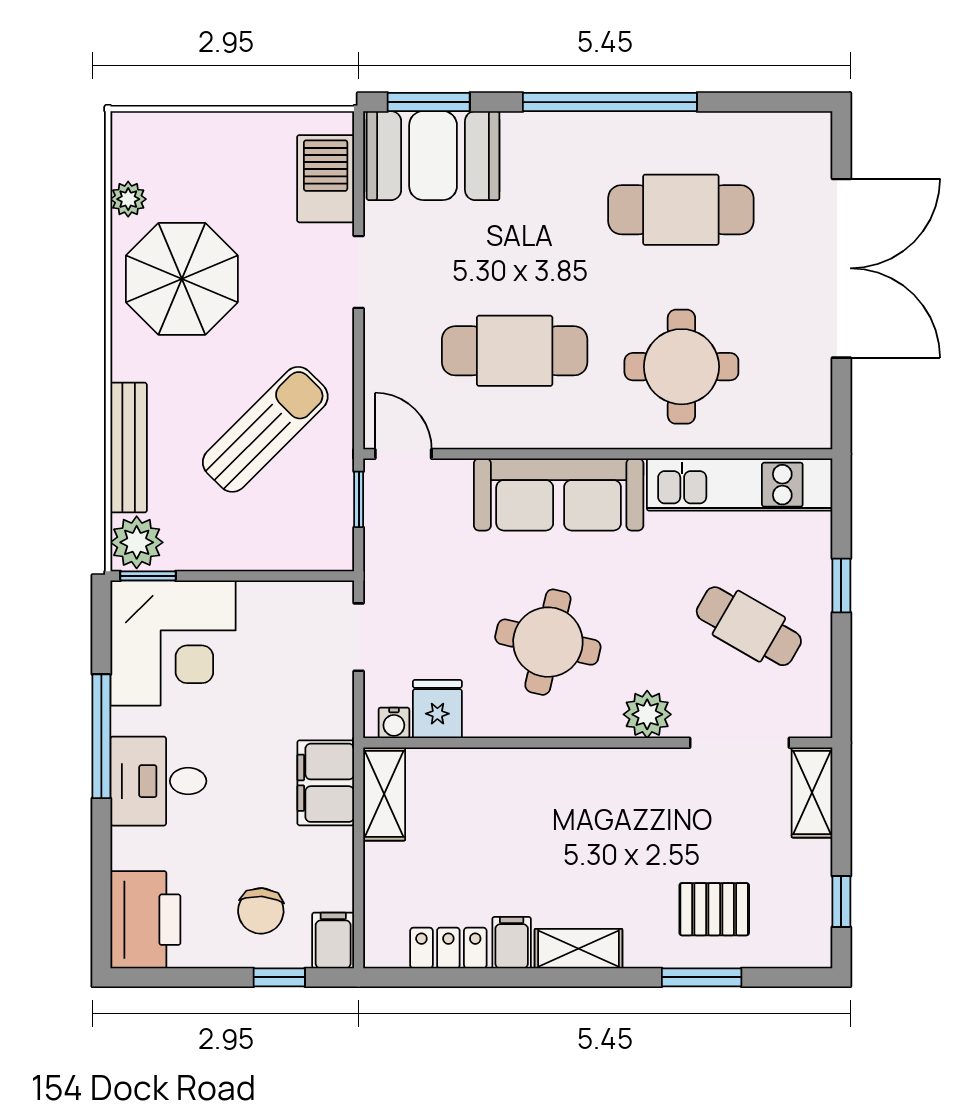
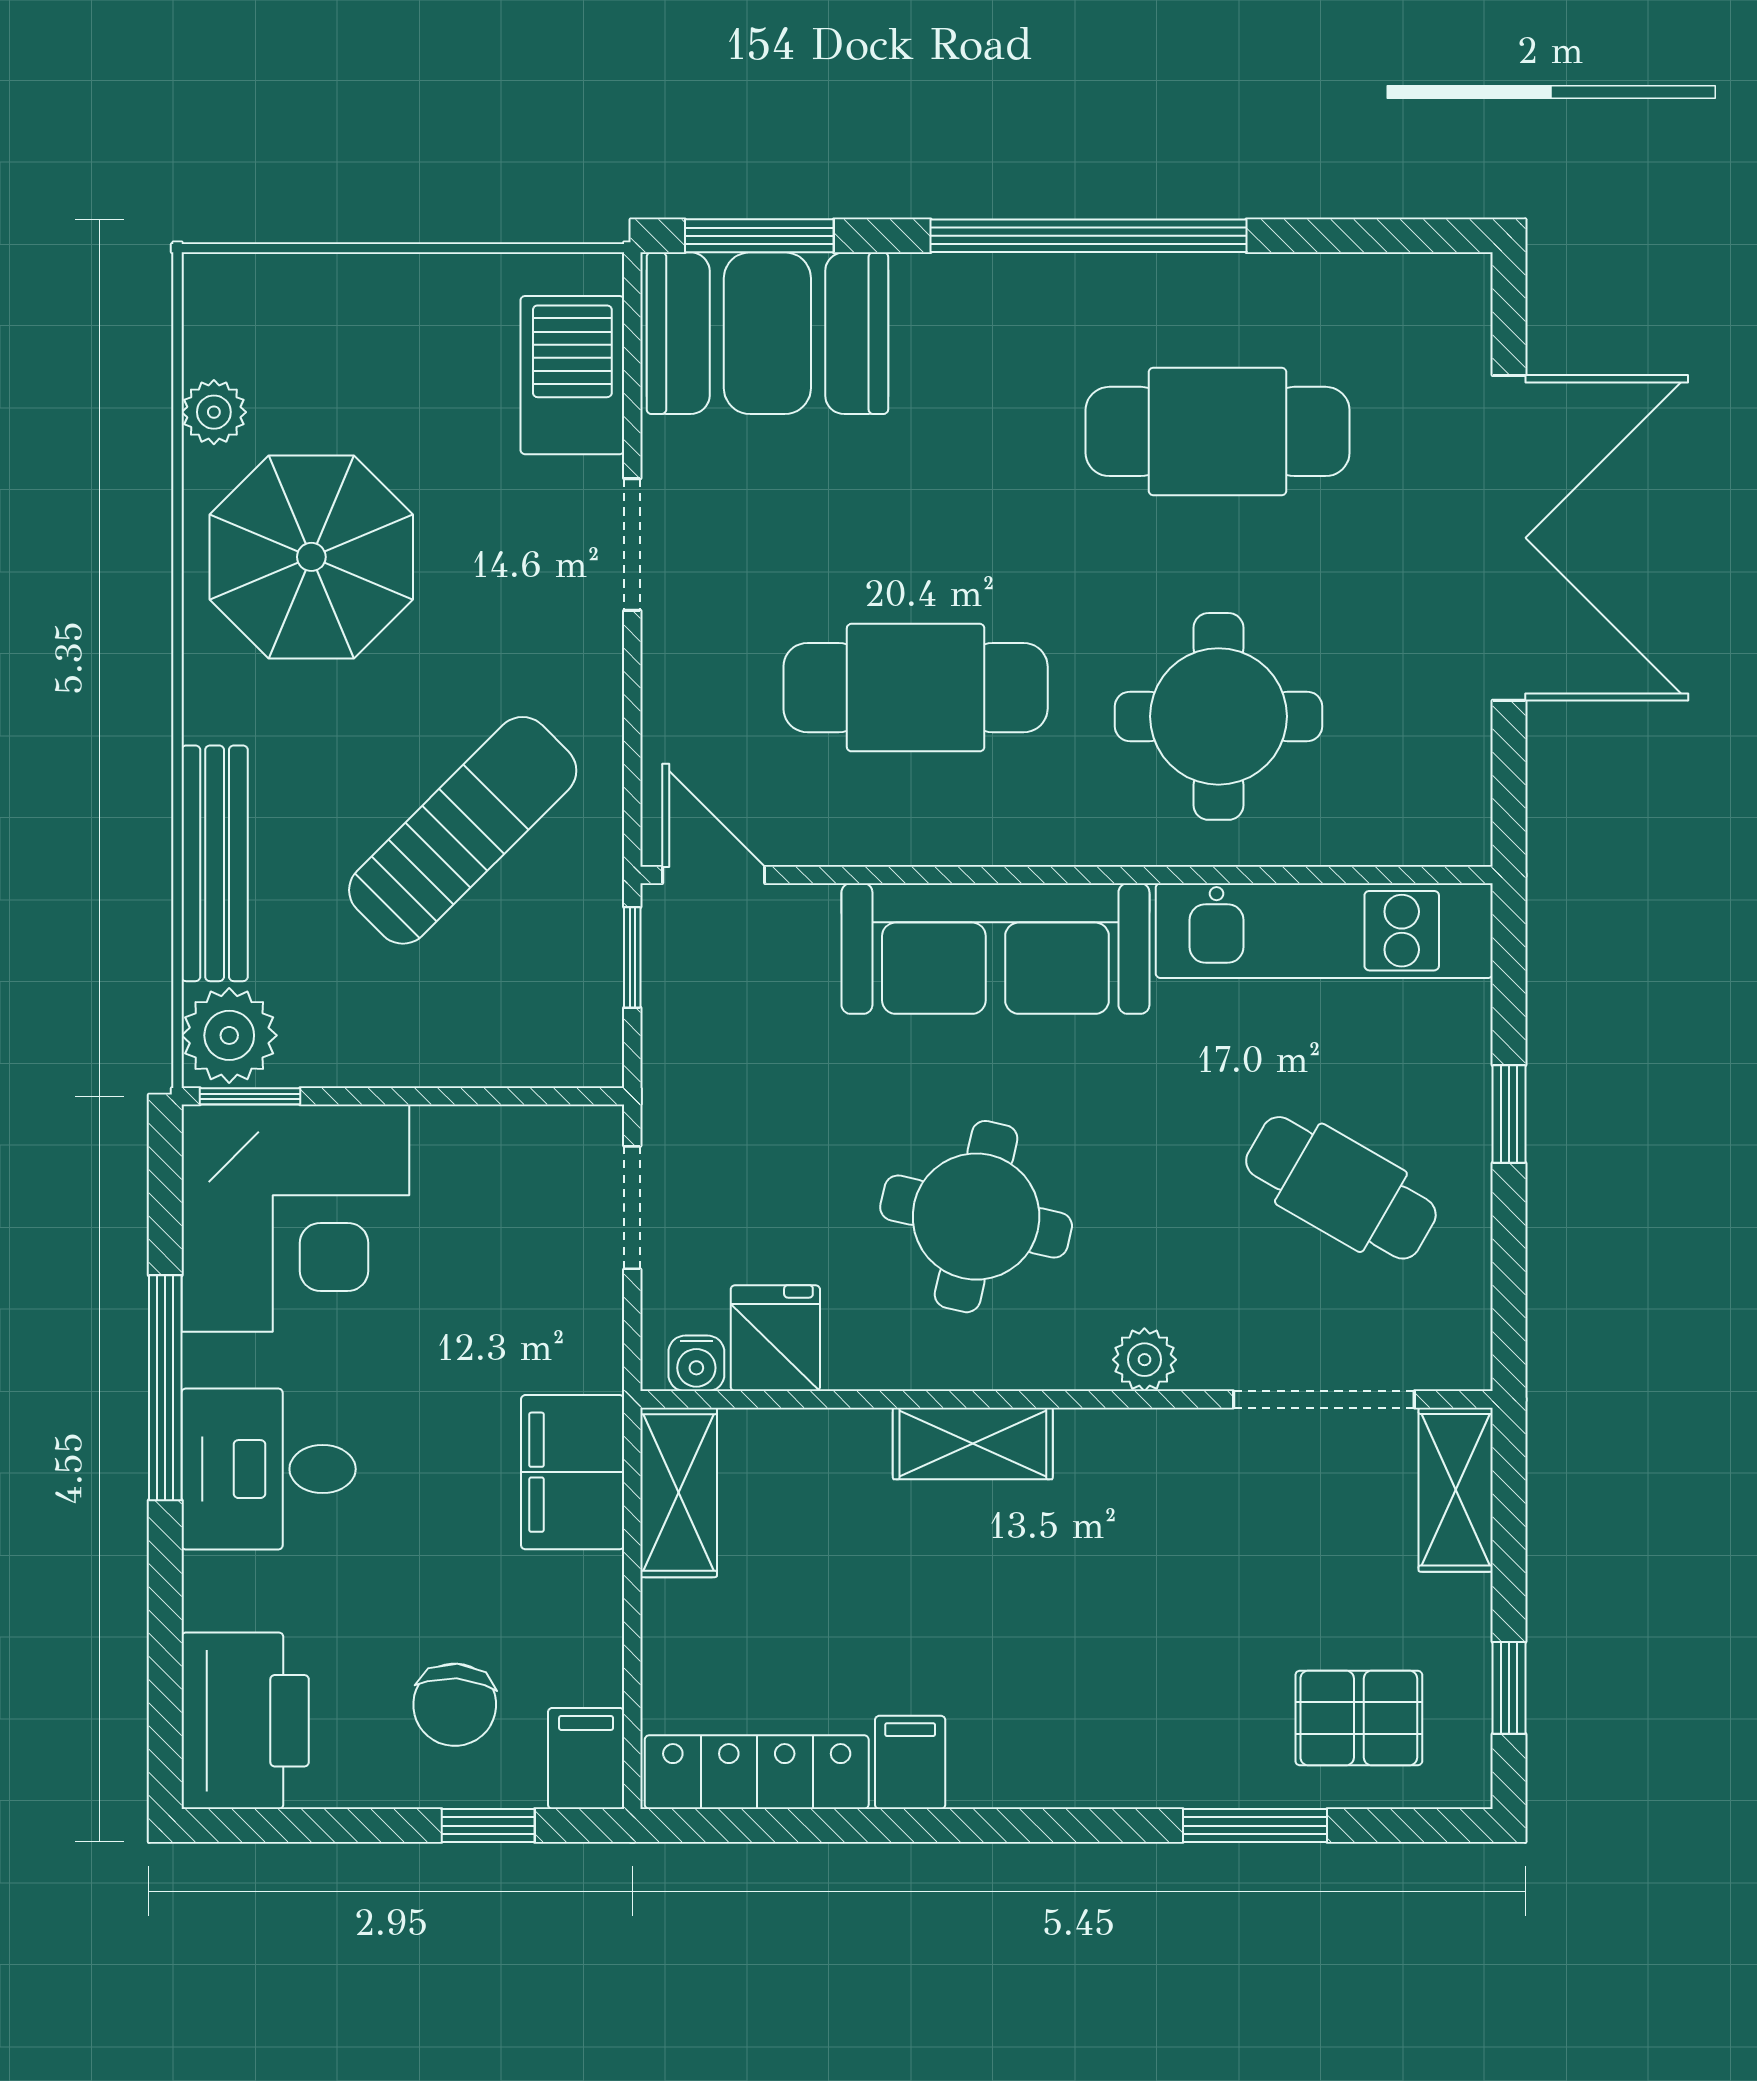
plant: (647, 714) -> (1144, 1360), width x0.73, depth x0.73
pallet: (714, 909) -> (1359, 1718), moved
locker: (448, 948) -> (757, 1772), width x1.53
shelving: (579, 949) -> (973, 1444), moved

